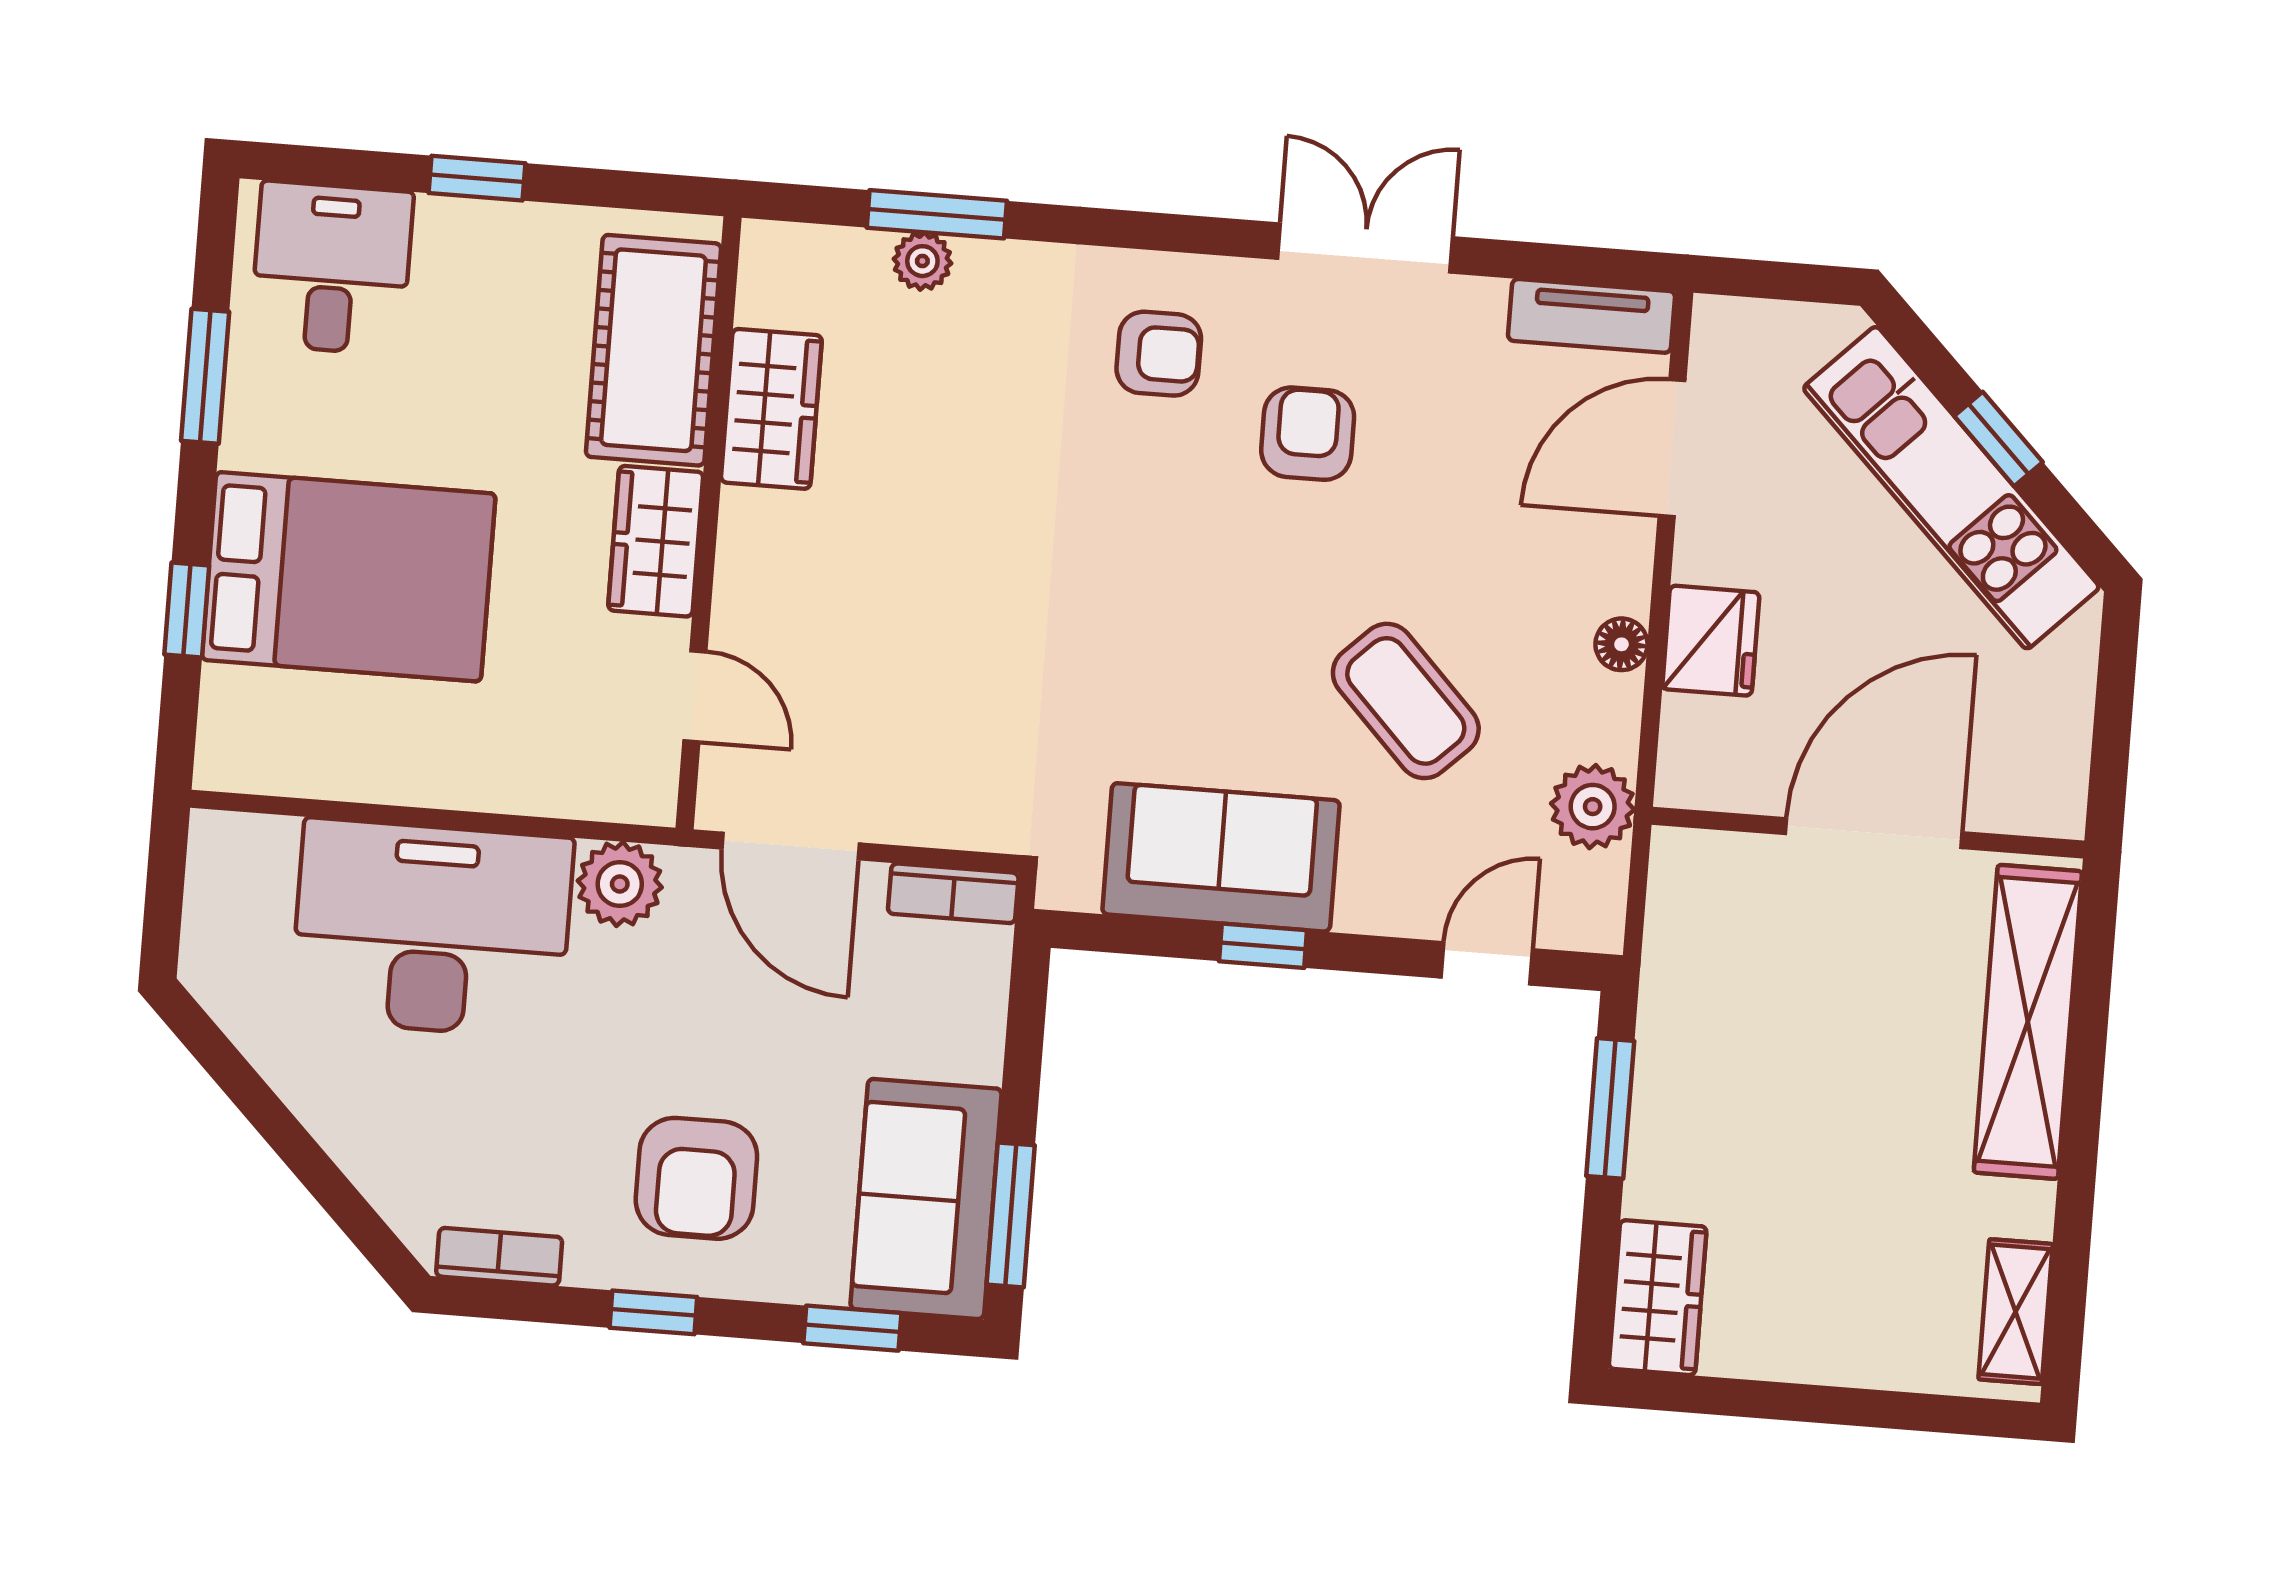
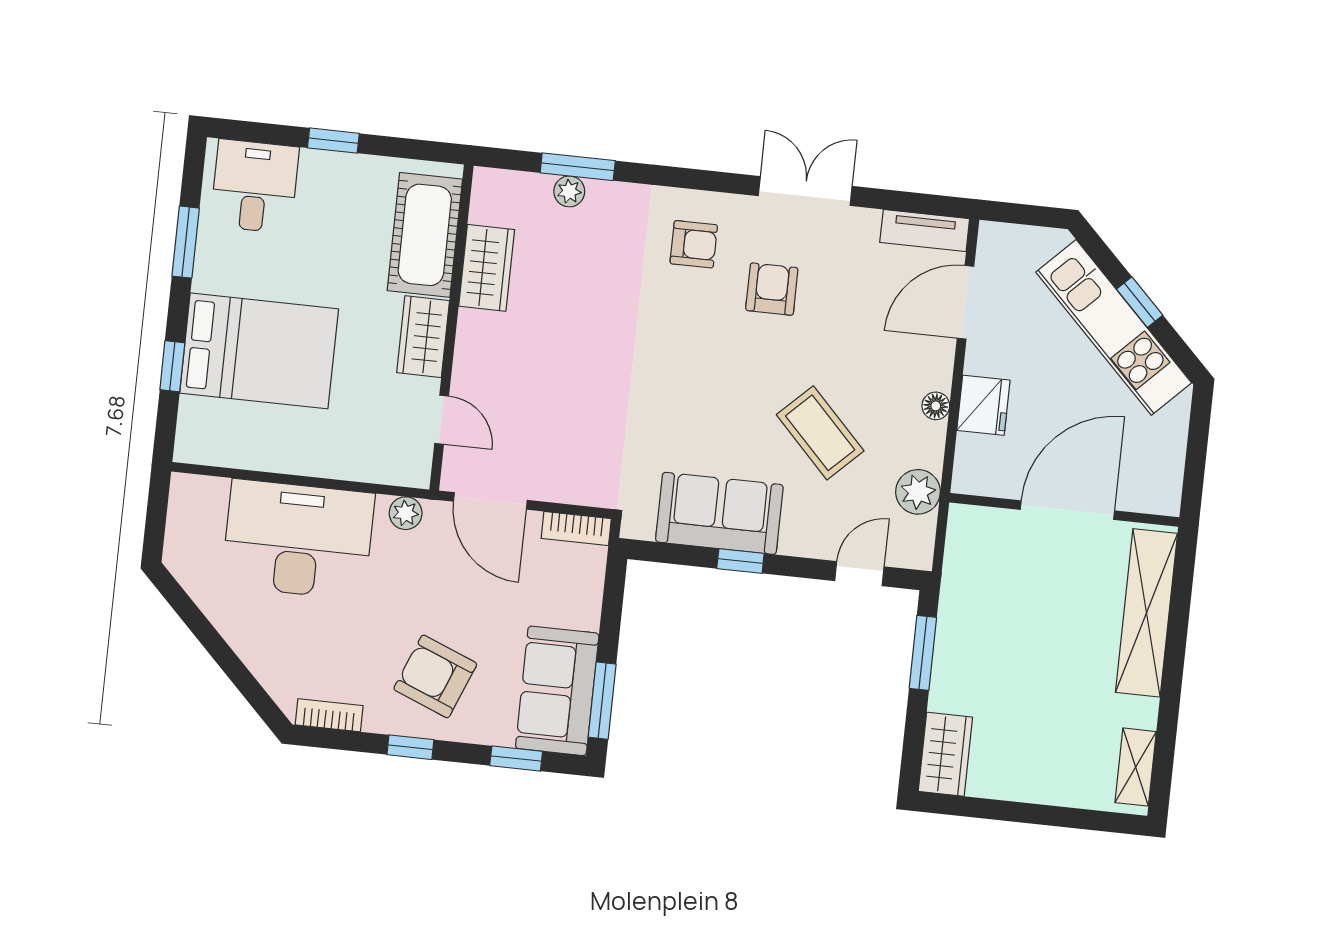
plant: (620, 884) -> (406, 513), width x0.73, depth x0.73
armchair: (696, 1178) -> (435, 676), turned 112

